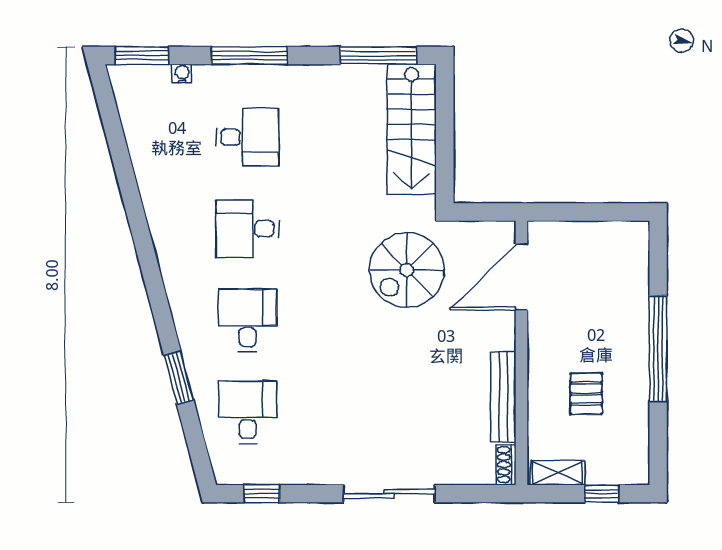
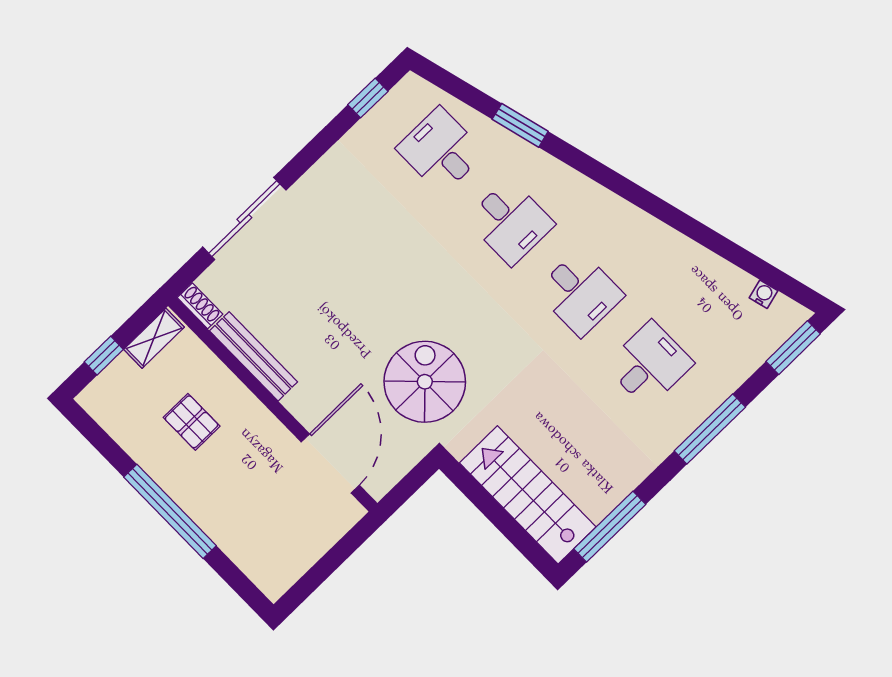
water cooler: (182, 74) -> (764, 294), moved, turned -105
desk: (247, 137) -> (649, 364), turned 180
desk: (247, 229) -> (580, 293), turned 90
desk: (247, 412) -> (441, 151), turned 180
sliding door: (389, 494) -> (244, 219), moved

